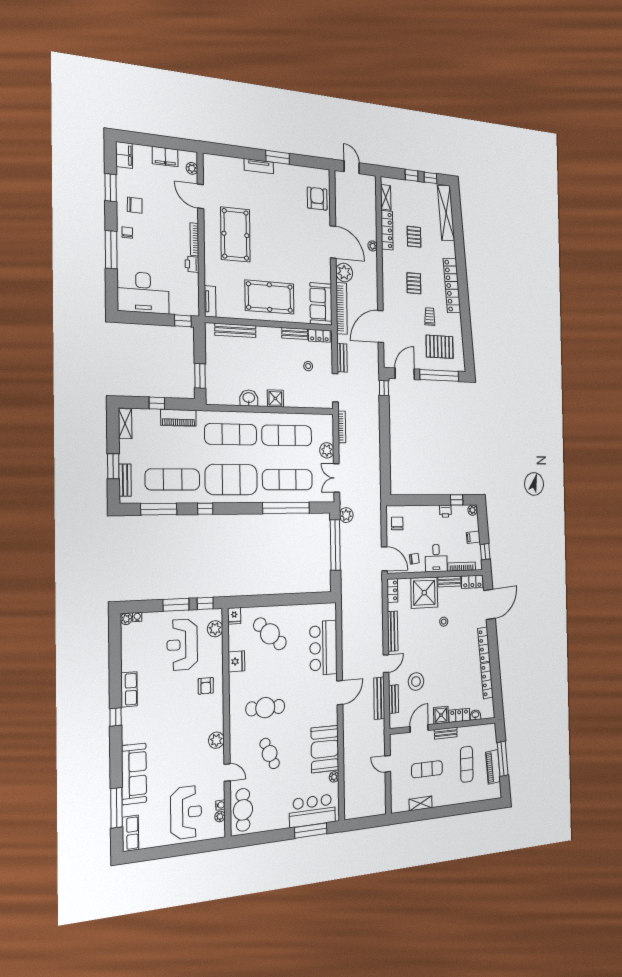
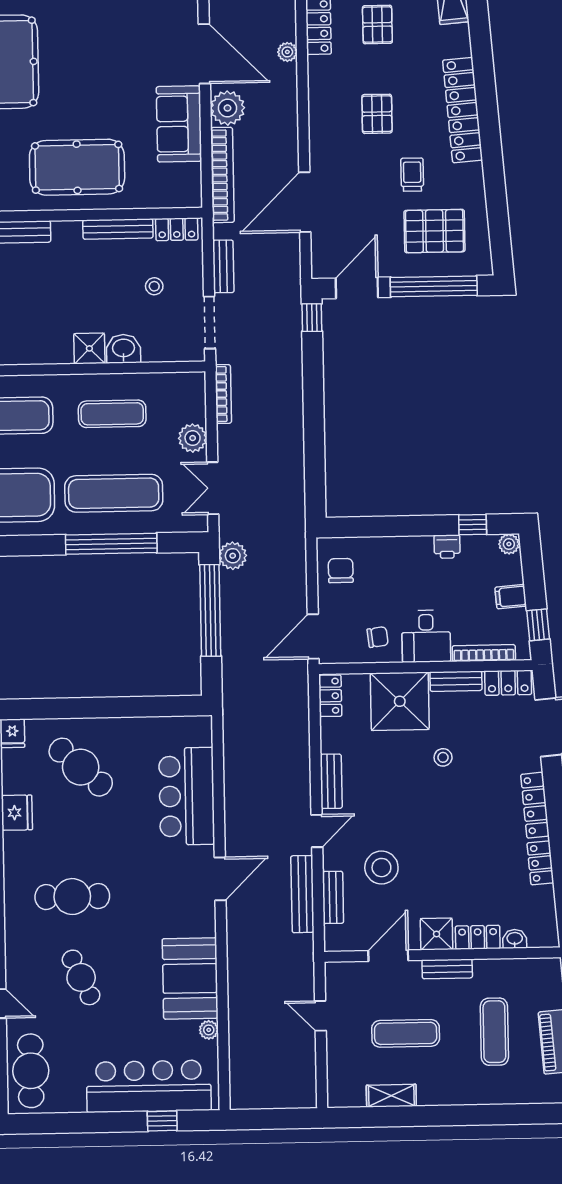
sofa: (321, 304) -> (179, 124), moved
bench: (295, 333) -> (118, 229), width x1.36
washbasin: (249, 398) -> (123, 349), moved
exercise mat: (287, 435) -> (112, 414), width x0.73, depth x0.69
door: (384, 559) -> (313, 637), swing flipped
bench: (393, 631) -> (331, 781), width x0.73
locker: (487, 681) -> (540, 863), width x0.66
bar counter: (312, 811) -> (149, 1086), width x1.36
window: (311, 831) -> (162, 1121), width x0.46

